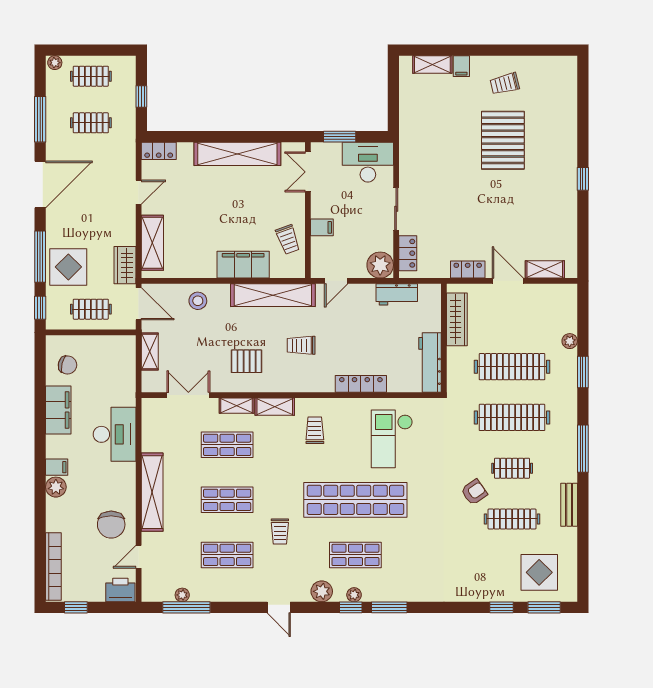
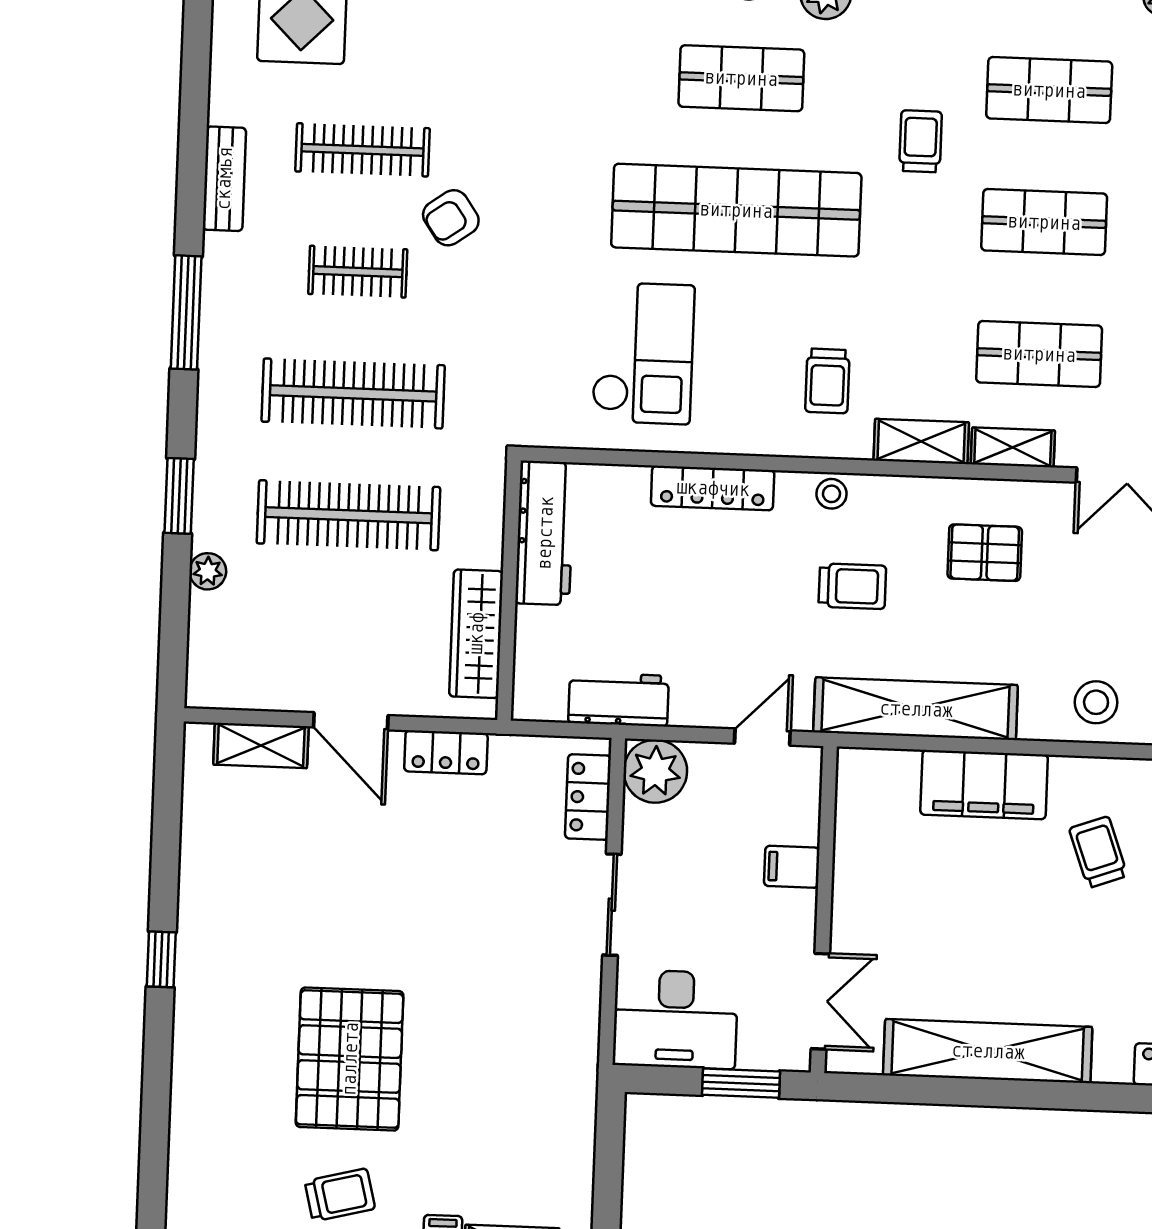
trolley: (288, 239) -> (1098, 852), moved
stool: (311, 383) -> (832, 494), added

